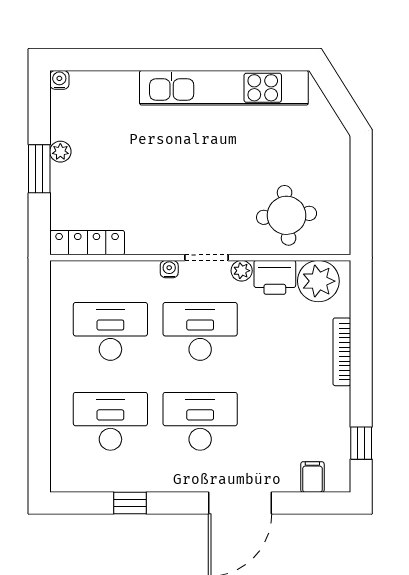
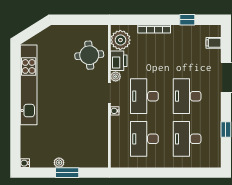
locker: (87, 243) -> (102, 150), removed
window: (361, 443) -> (187, 20), moved

